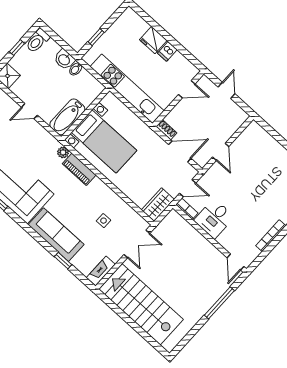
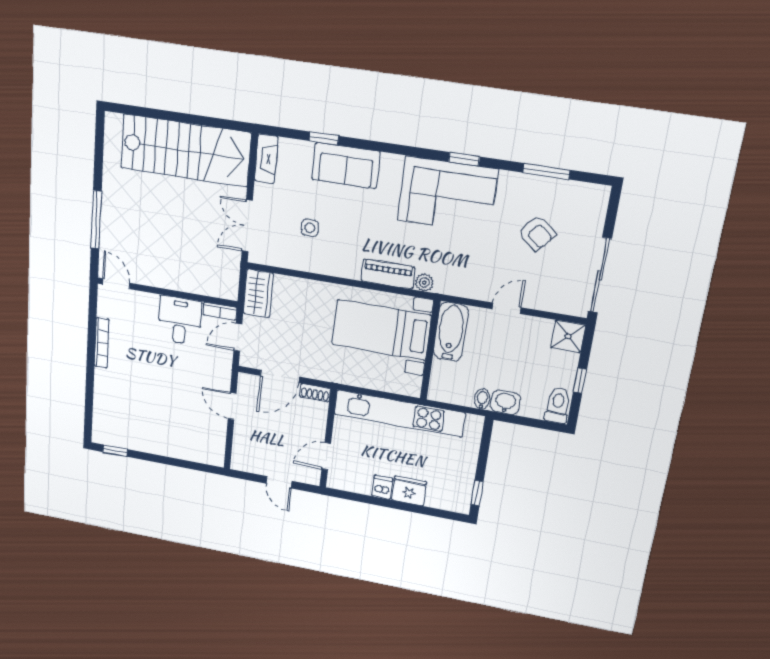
window: (96, 37) -> (477, 493), moved
sofa: (56, 235) -> (346, 166), width x0.73

